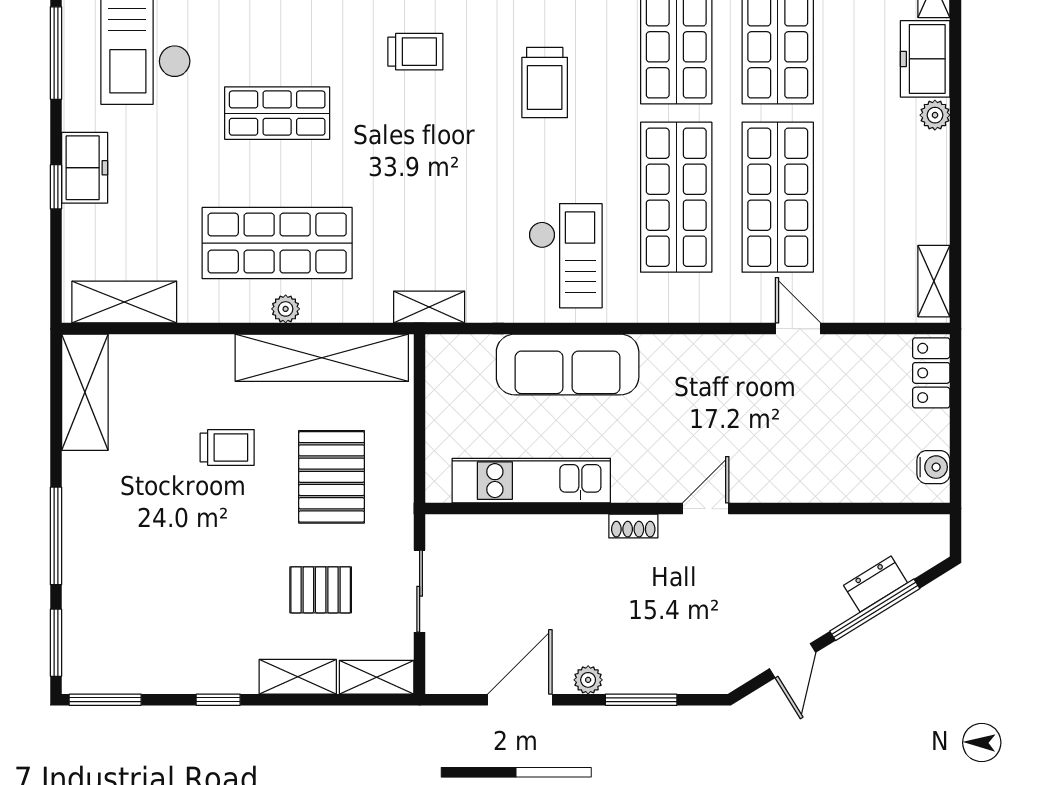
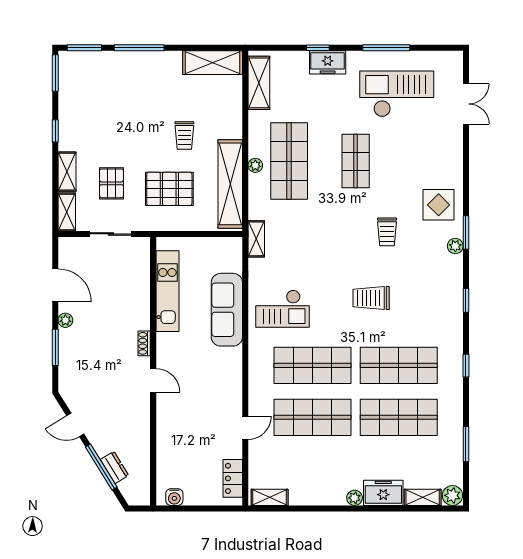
locker: (931, 373) -> (233, 478), moved, turned -90

